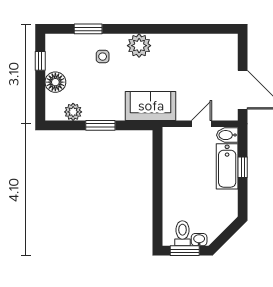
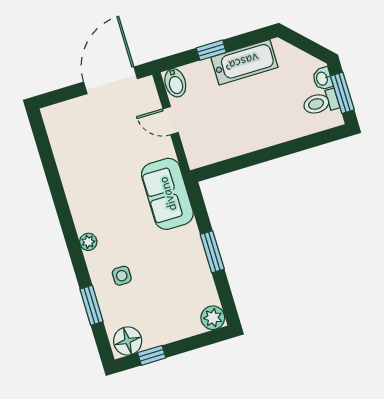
plant: (139, 46) -> (88, 242), width x0.53, depth x0.53
floor lamp: (55, 82) -> (128, 341), moved
plant: (73, 112) -> (213, 318), moved
bathtub: (227, 166) -> (244, 62), moved

